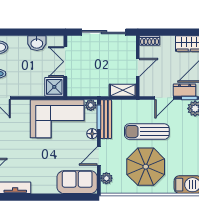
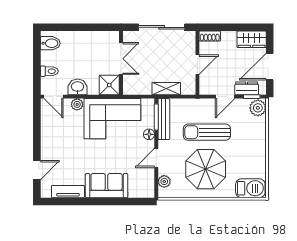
washbasin: (37, 43) -> (78, 87), moved, turned 180
double door: (65, 62) -> (121, 59), swing flipped
shelving: (123, 90) -> (166, 89), moved
plant: (91, 105) -> (77, 104), moved
sofa: (77, 182) -> (107, 186), moved

